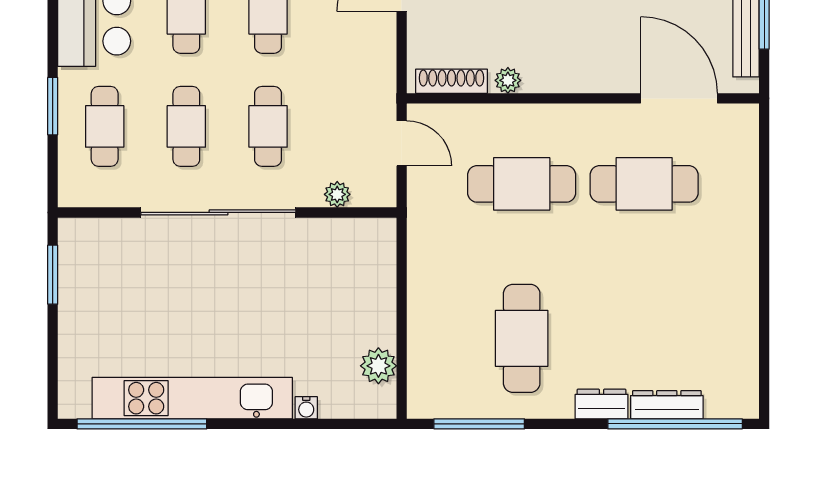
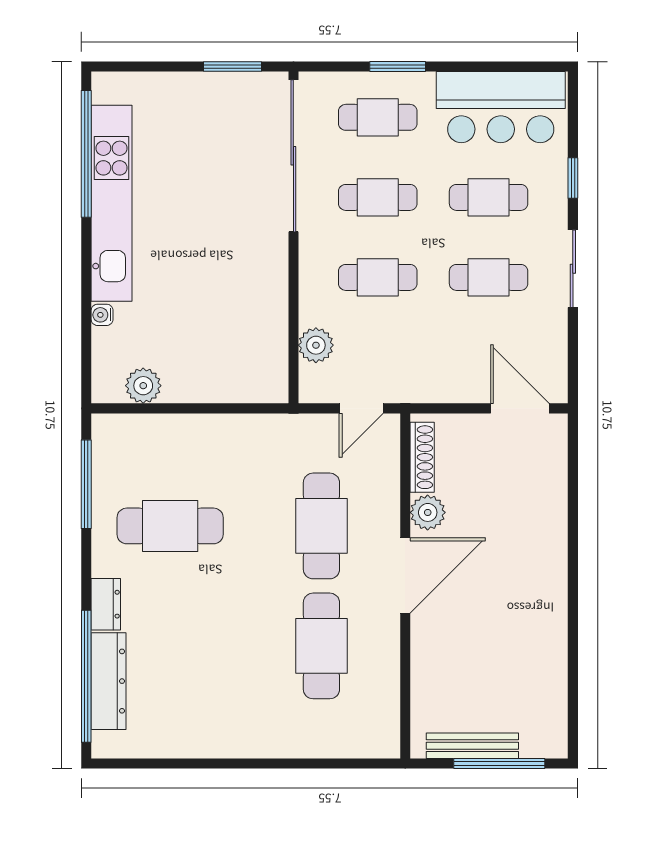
plant: (508, 80) -> (428, 512), width x1.38, depth x1.38
door: (679, 98) -> (405, 576), moved
plant: (337, 194) -> (316, 345), width x1.38, depth x1.38
sliding door: (218, 212) -> (293, 156), moved
dresser: (667, 405) -> (109, 681), width x1.37, depth x1.24

